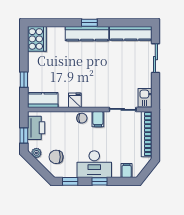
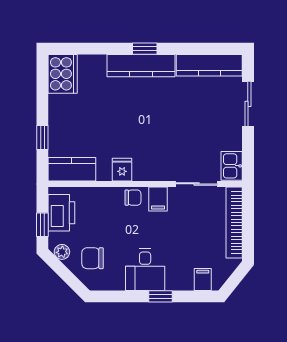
desk: (94, 164) -> (145, 270), width x0.73
window: (70, 181) -> (115, 296), removed

